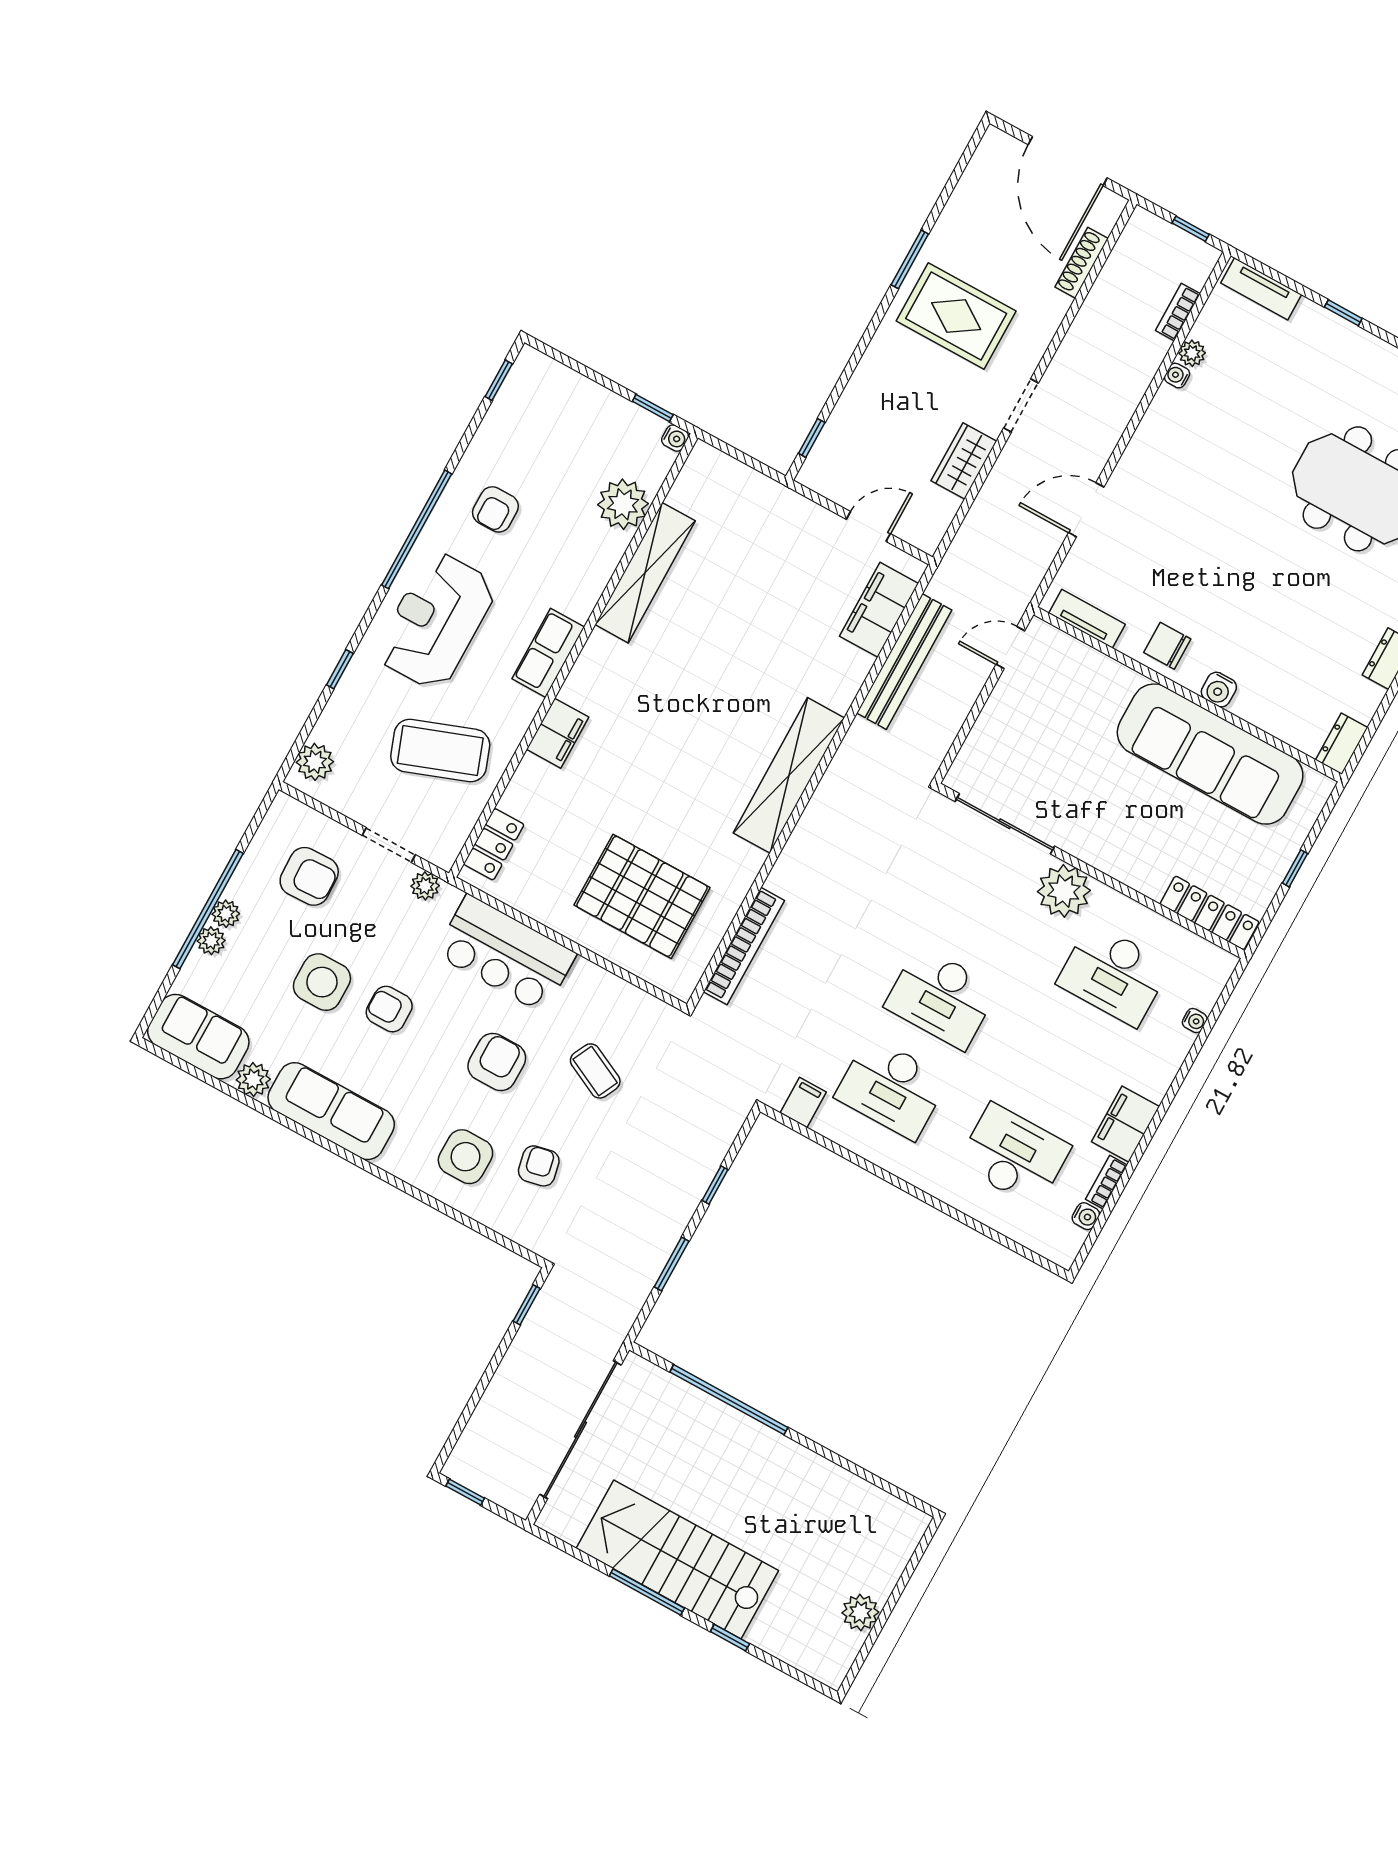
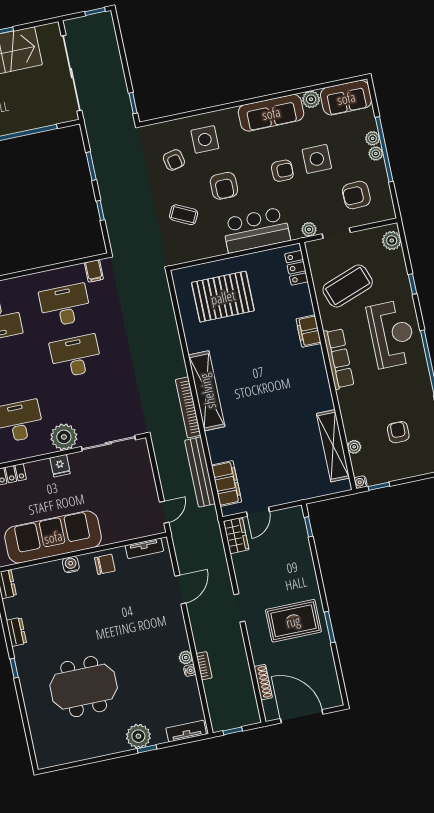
bookcase: (1178, 312) -> (204, 666), moved
plant: (1340, 343) -> (138, 736), added
plant: (1192, 353) -> (186, 658), moved
wardrobe: (964, 461) -> (236, 535), moved
plant: (623, 504) -> (354, 447), width x0.53, depth x0.53
armchair: (495, 509) -> (398, 432), moved
shelving: (645, 573) -> (333, 446), moved
row of seats: (548, 653) -> (339, 359), width x1.48
fridge: (1107, 853) -> (60, 466), added
bookcase: (744, 946) -> (188, 407), moved

